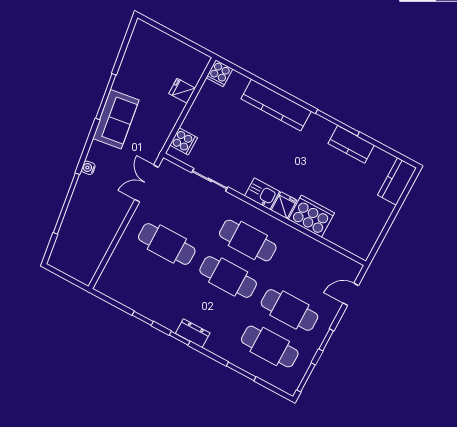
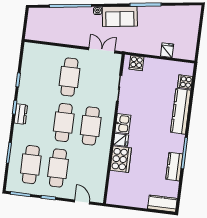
cooker: (219, 73) -> (185, 82), moved
sofa: (116, 119) -> (120, 16), moved

